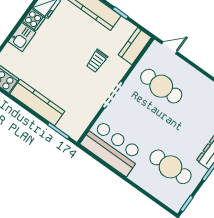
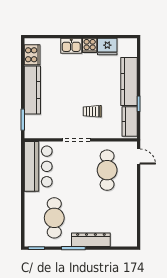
kitchen counter: (135, 46) -> (130, 122), moved, turned -90

